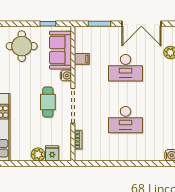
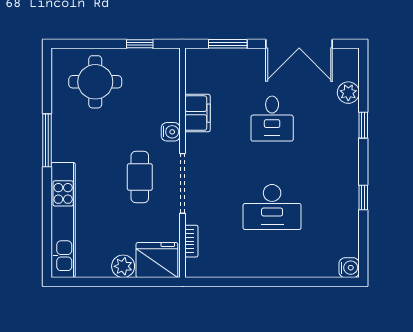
sofa: (61, 50) -> (161, 88), removed
filing cabinet: (82, 59) -> (198, 113), width x2.00
desk: (126, 68) -> (272, 119), width x0.73
fridge: (52, 153) -> (157, 260), width x1.88, depth x1.34

